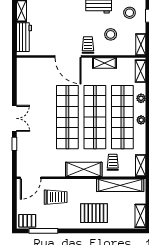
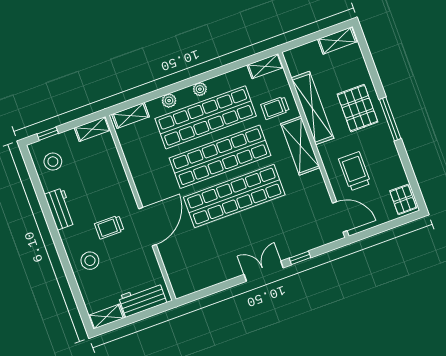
stool: (111, 34) -> (90, 261), moved
trolley: (88, 45) -> (109, 227), moved
shelving: (104, 63) -> (138, 171), removed
shelving: (120, 185) -> (312, 108), moved
window: (43, 231) -> (390, 119), moved

